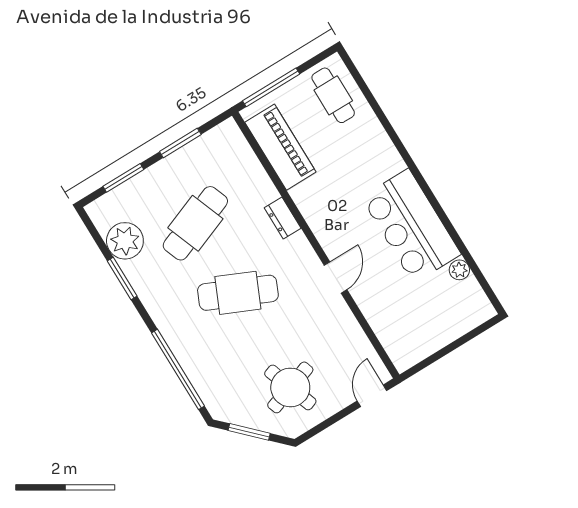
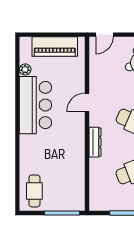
piano: (280, 147) -> (55, 47), moved, turned -90
dresser: (283, 218) -> (95, 142), width x1.44

